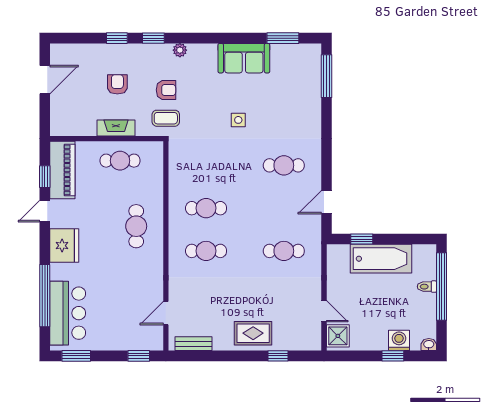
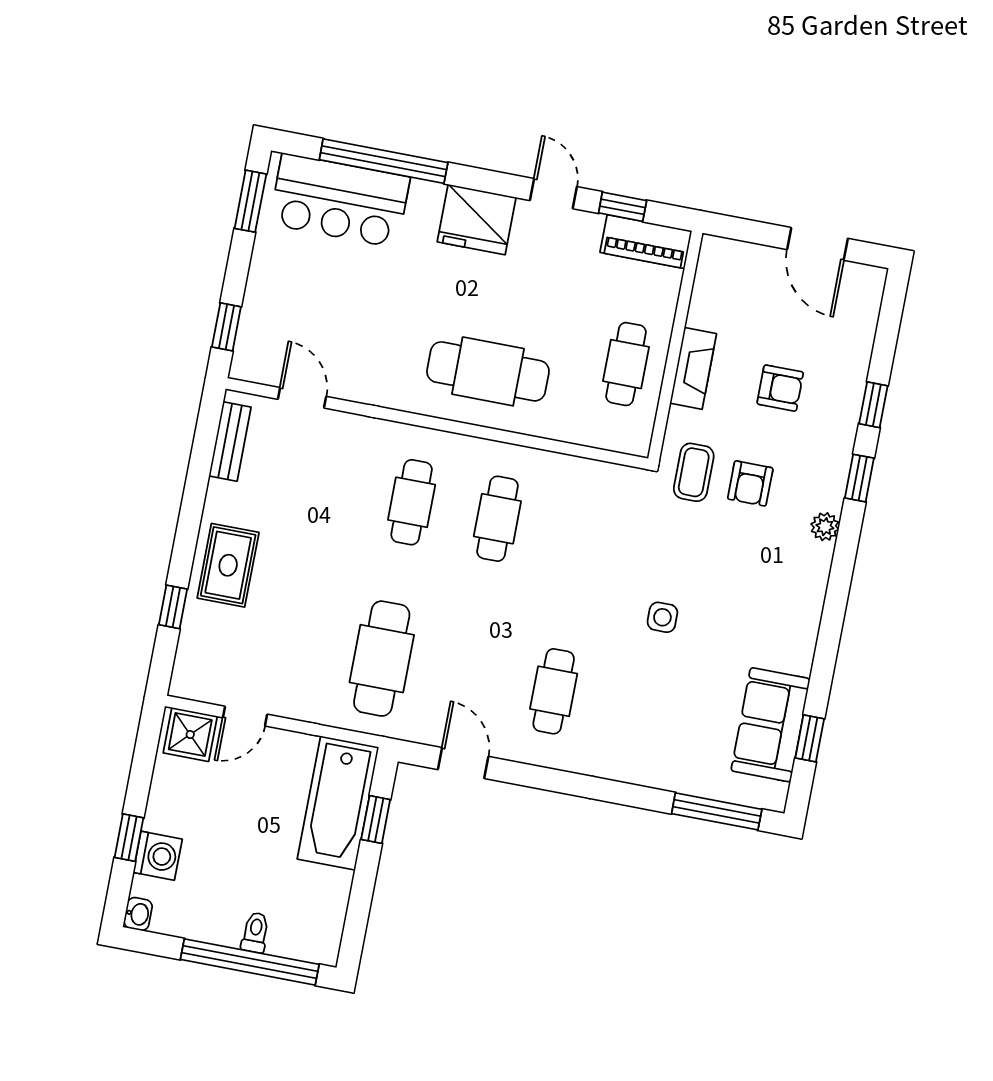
window: (283, 38) -> (810, 738), width x0.67
sofa: (244, 58) -> (771, 725), moved
piano: (62, 170) -> (646, 242), width x0.73, depth x0.75
cafe table: (136, 226) -> (488, 371), width x1.37, depth x1.35
cafe table: (284, 251) -> (382, 659), width x1.37, depth x1.35
bathtub: (381, 259) -> (338, 803), moved

